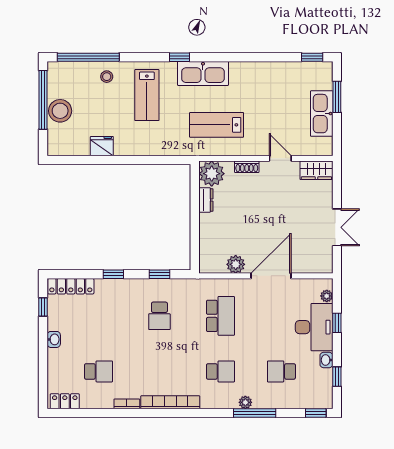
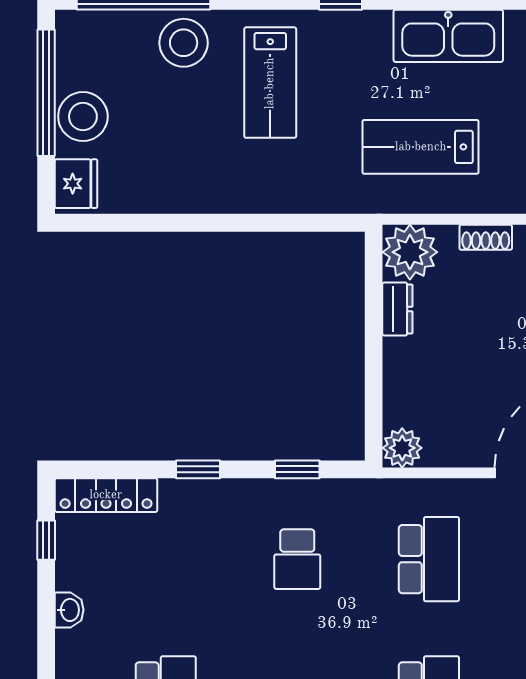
kitchen sink: (203, 73) -> (448, 36), moved
stool: (107, 77) -> (184, 43), width x1.89, depth x1.89
fridge: (102, 146) -> (76, 184), moved, turned 90
plant: (236, 264) -> (402, 448), moved

